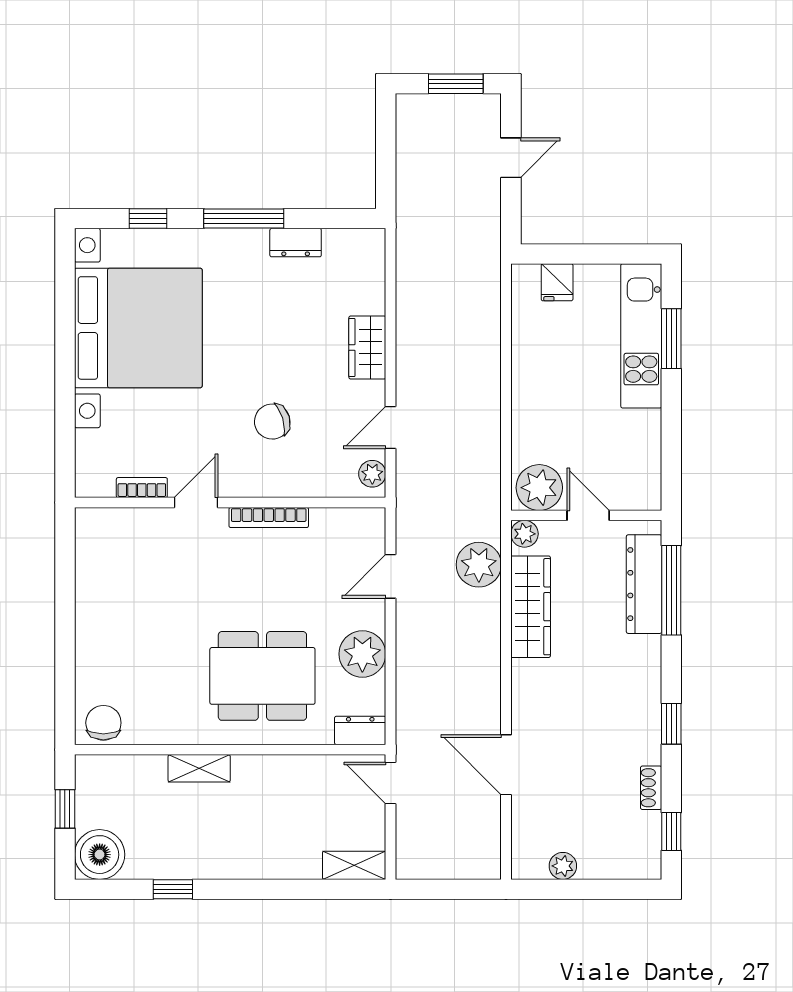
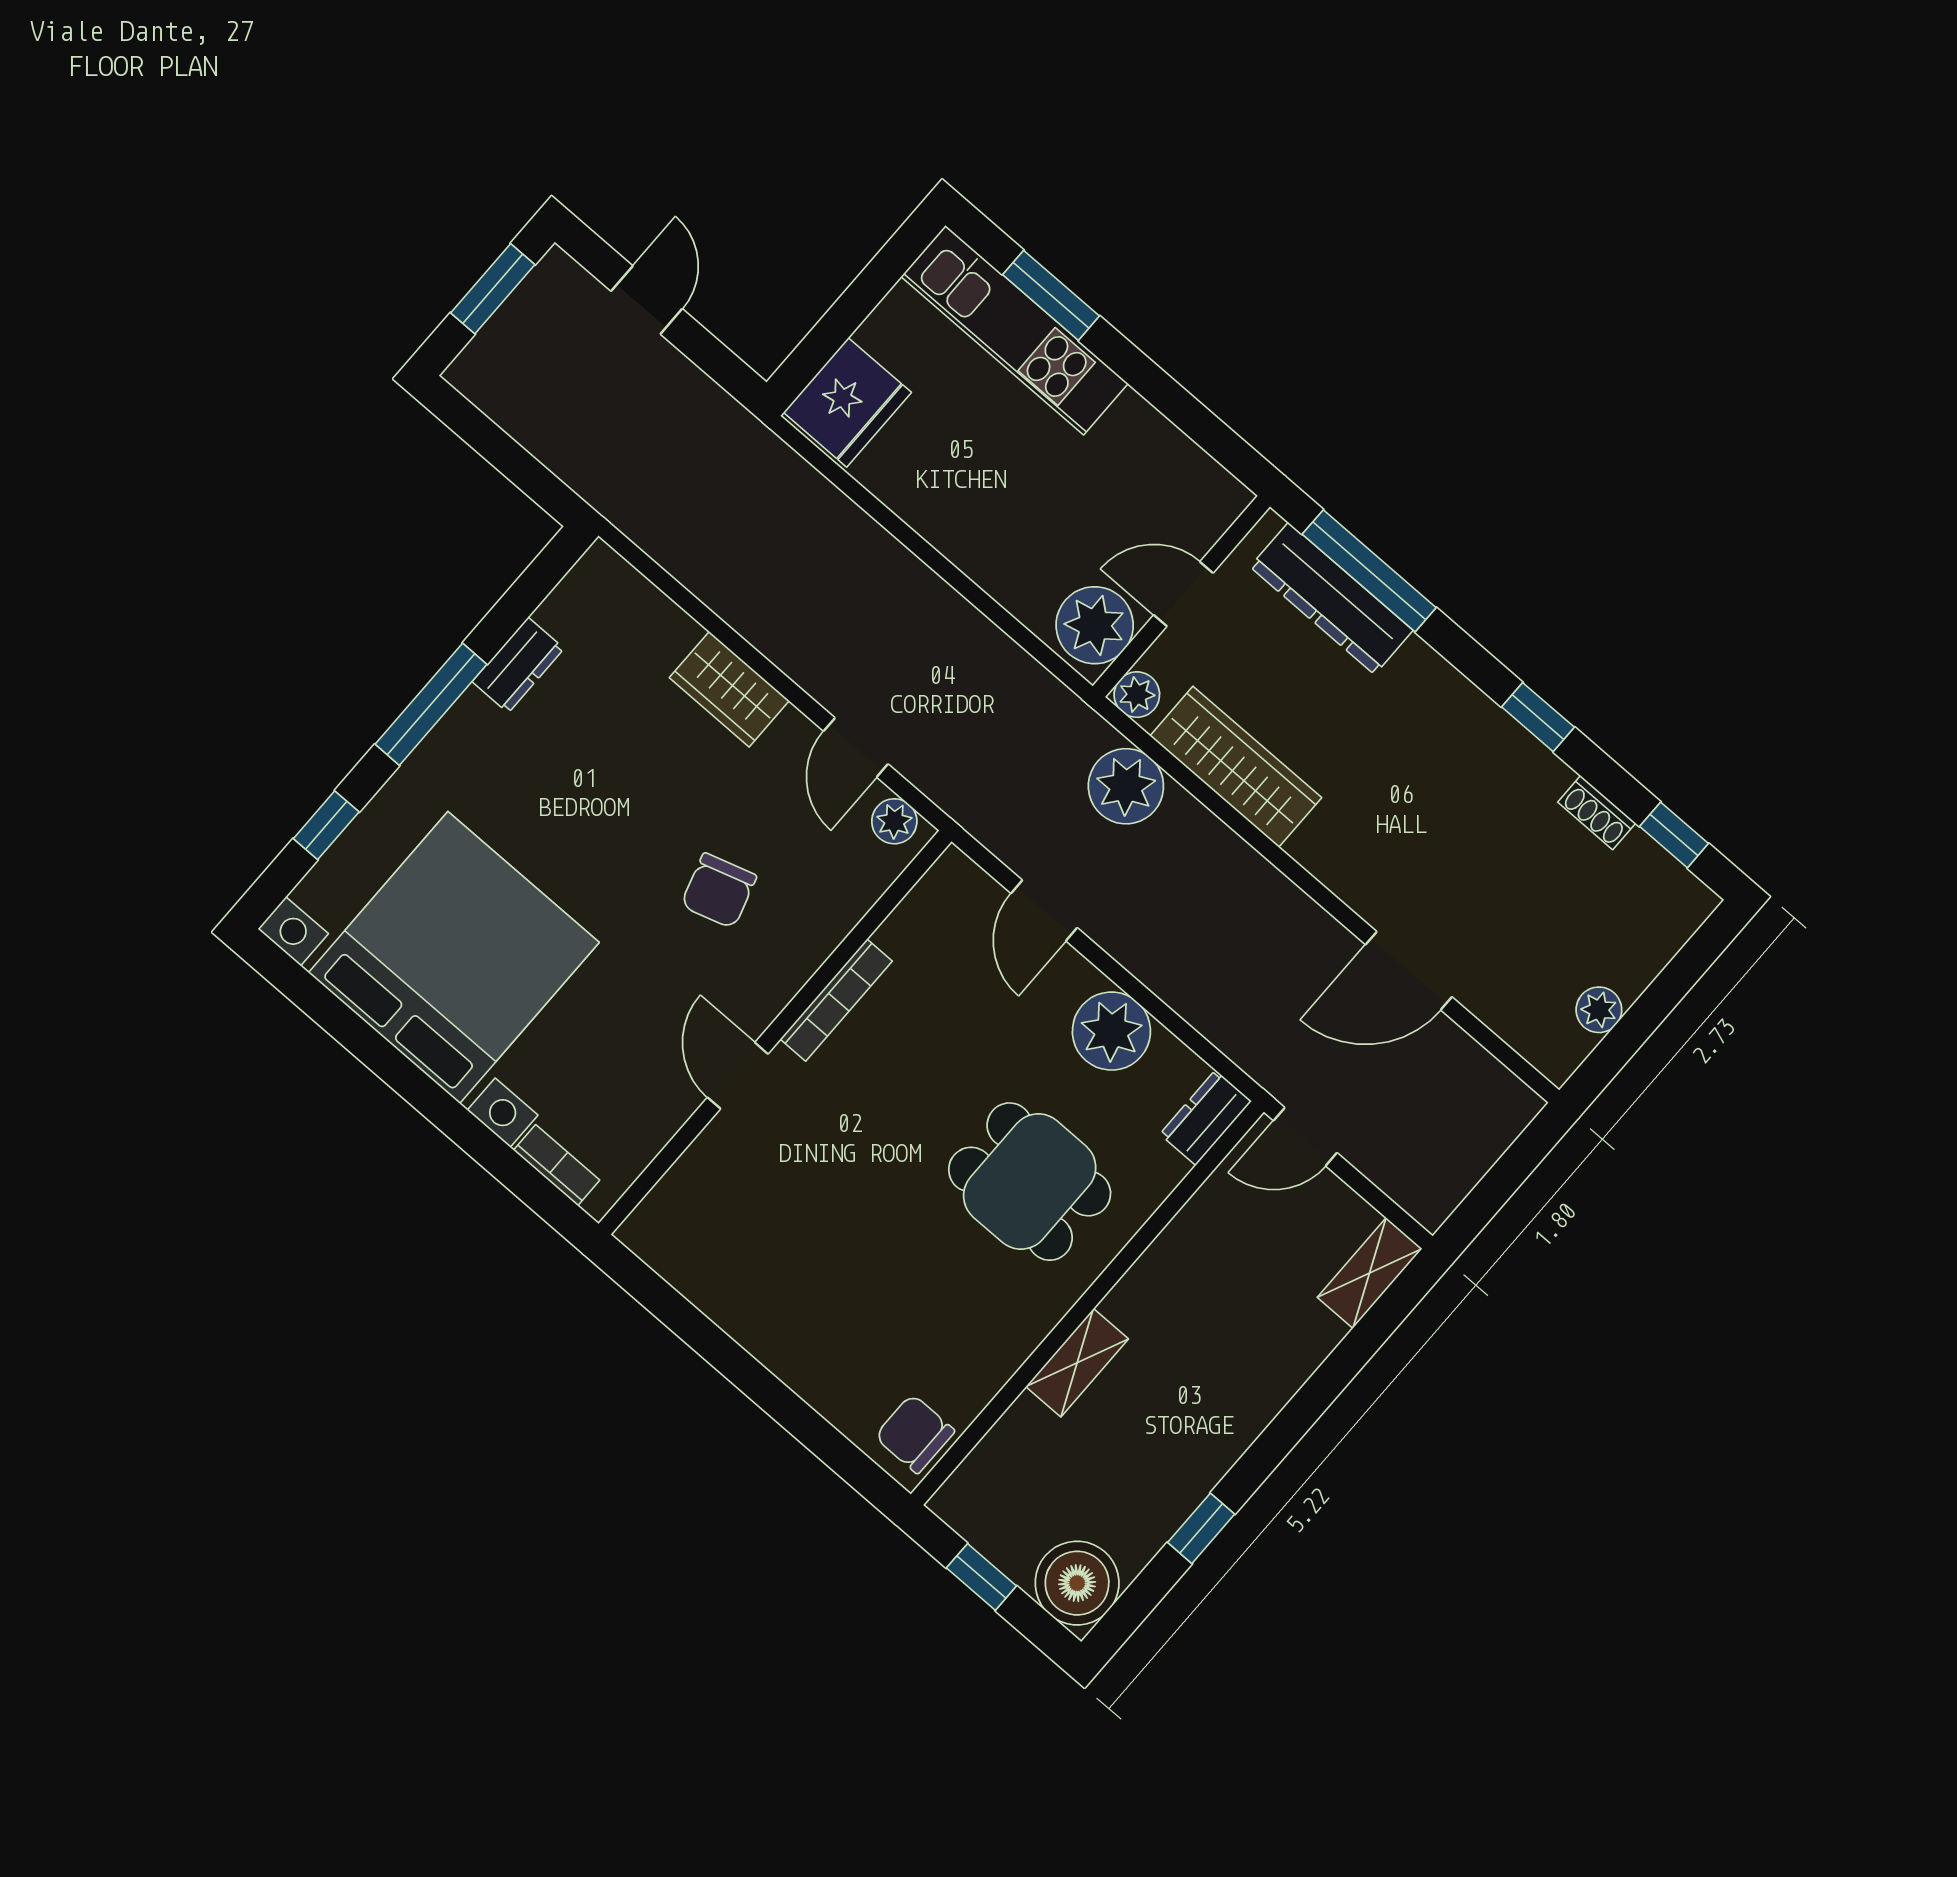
fridge: (557, 282) -> (847, 402), width x1.88, depth x1.34
bookcase: (142, 488) -> (557, 1165), moved, turned 90
dining table: (262, 676) -> (1030, 1182), width x0.73

